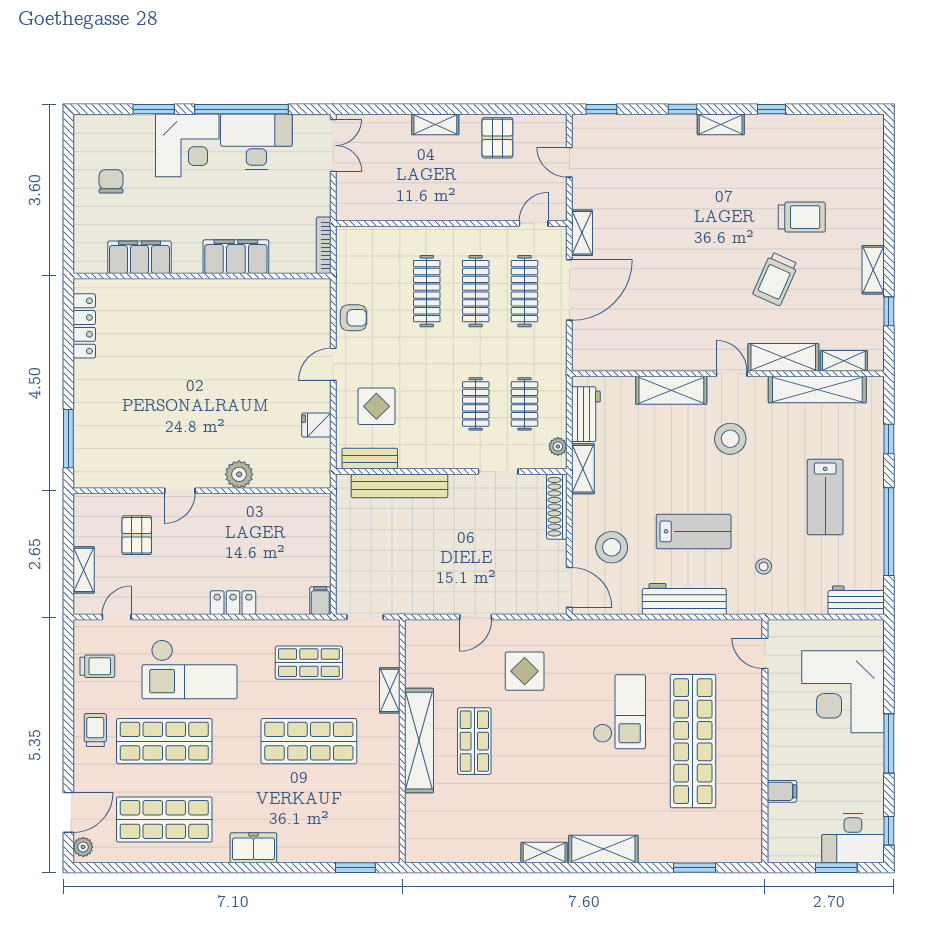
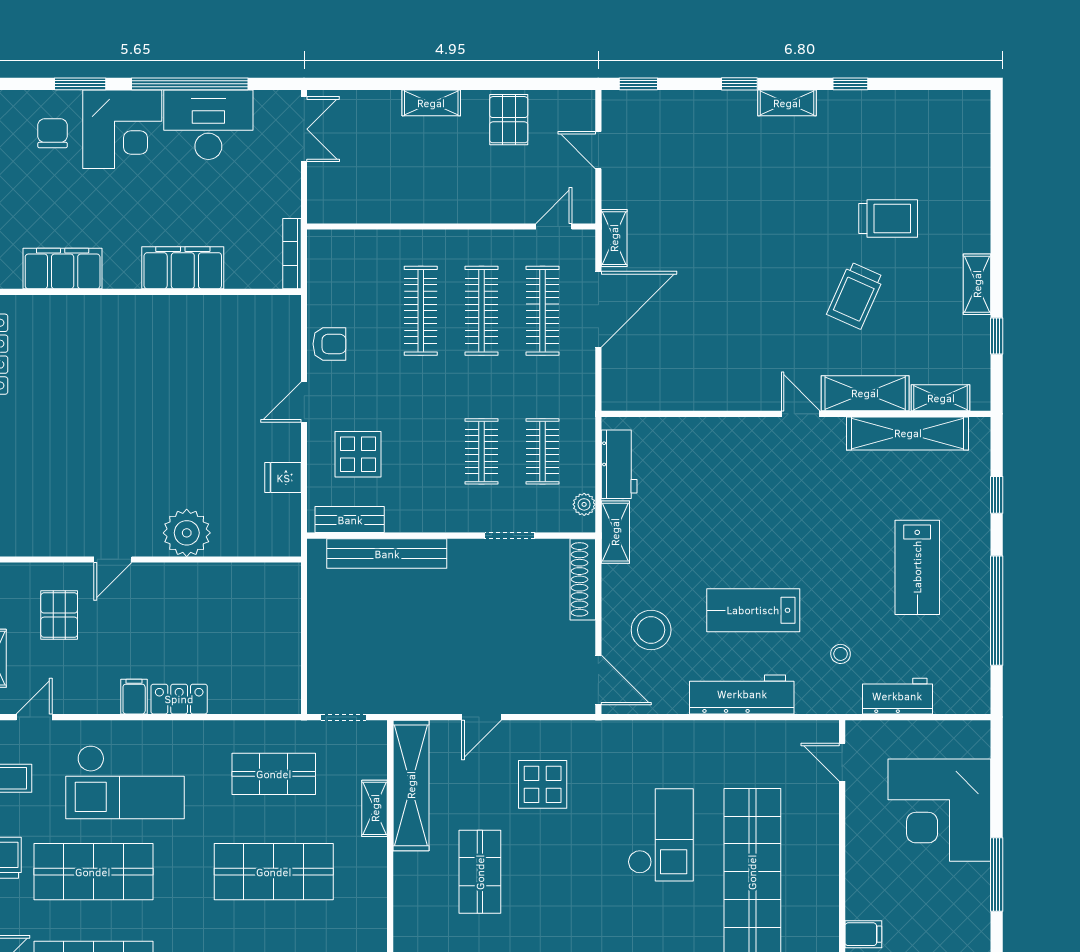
chair: (111, 181) -> (53, 133), moved
shelving: (671, 390) -> (725, 434), removed
stool: (730, 439) -> (799, 495), removed
plant: (239, 474) -> (187, 533), width x1.36, depth x1.36
lab bench: (694, 531) -> (753, 610), turned 180
workbench: (856, 600) -> (897, 696), moved
filing cabinet: (320, 601) -> (134, 697), moved
shelving: (419, 741) -> (411, 785), moved

